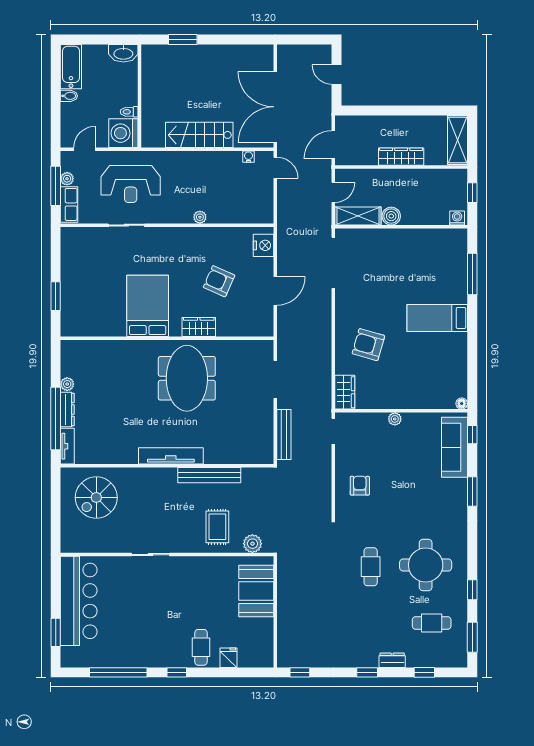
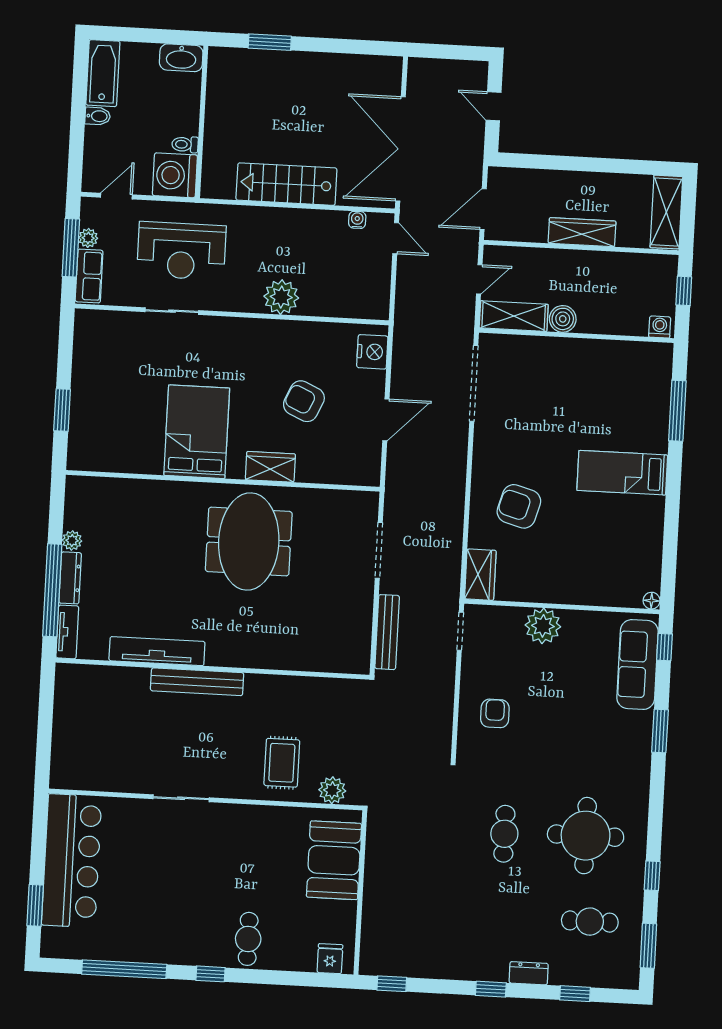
plant: (200, 217) -> (281, 297), width x1.88, depth x1.88
plant: (395, 419) -> (543, 626), width x1.88, depth x1.88
tv unit: (171, 456) -> (157, 651), moved
bench: (209, 475) -> (197, 682), moved
spiral stairs: (96, 497) -> (106, 710), removed
fridge: (228, 658) -> (330, 959), moved

